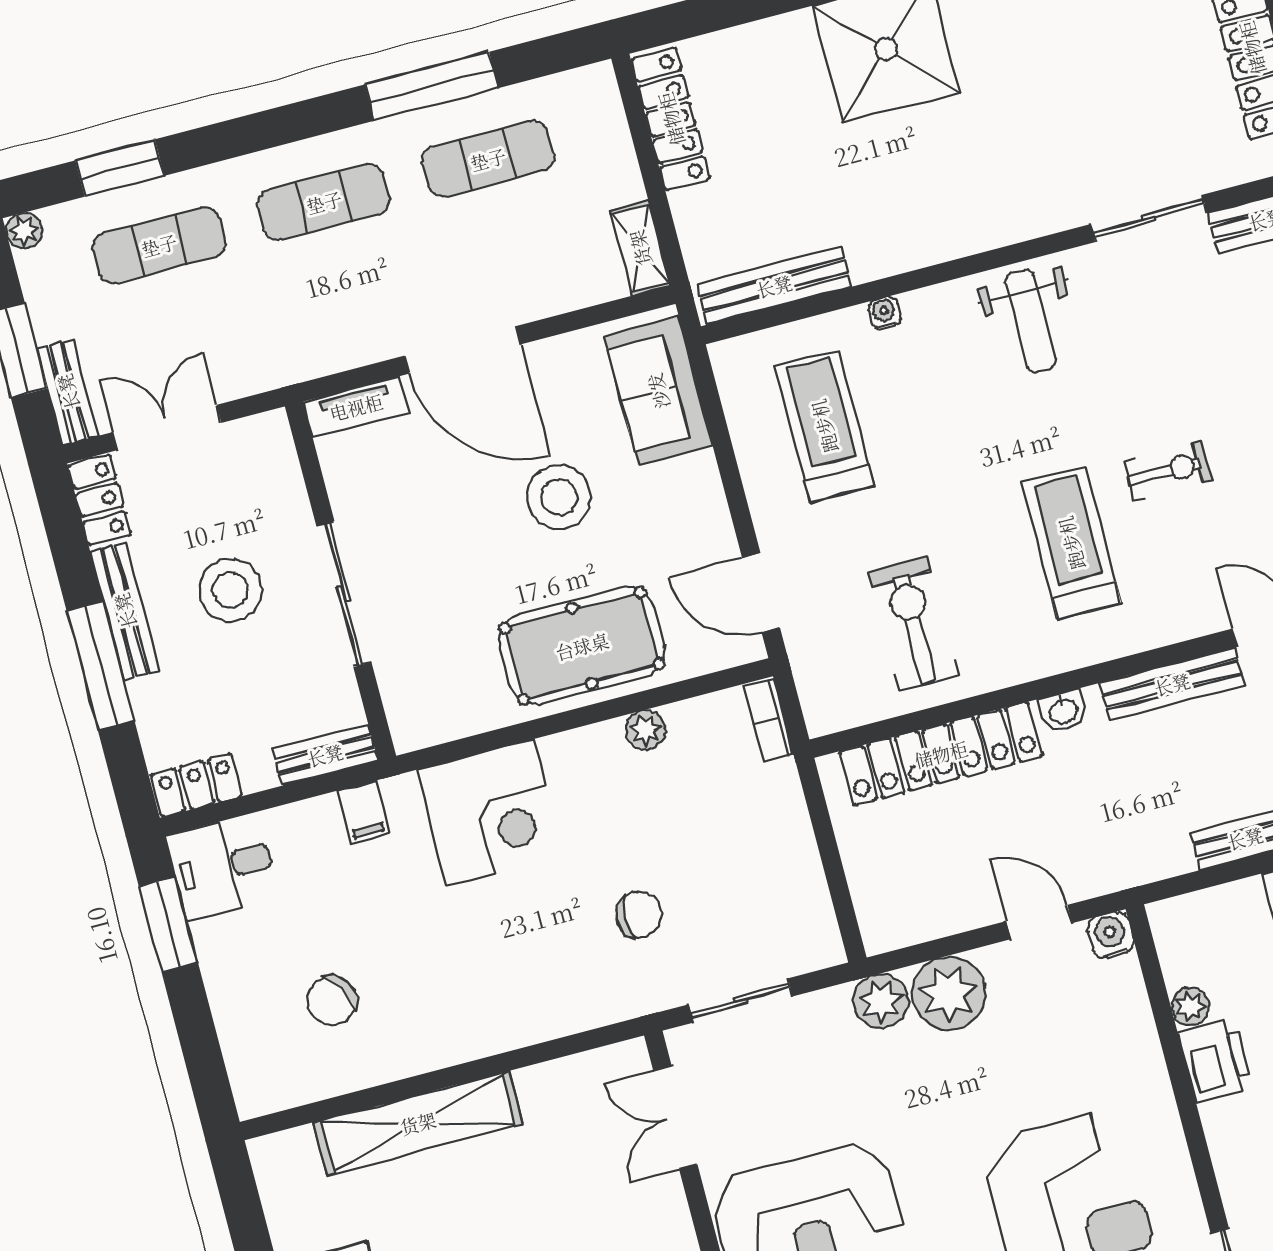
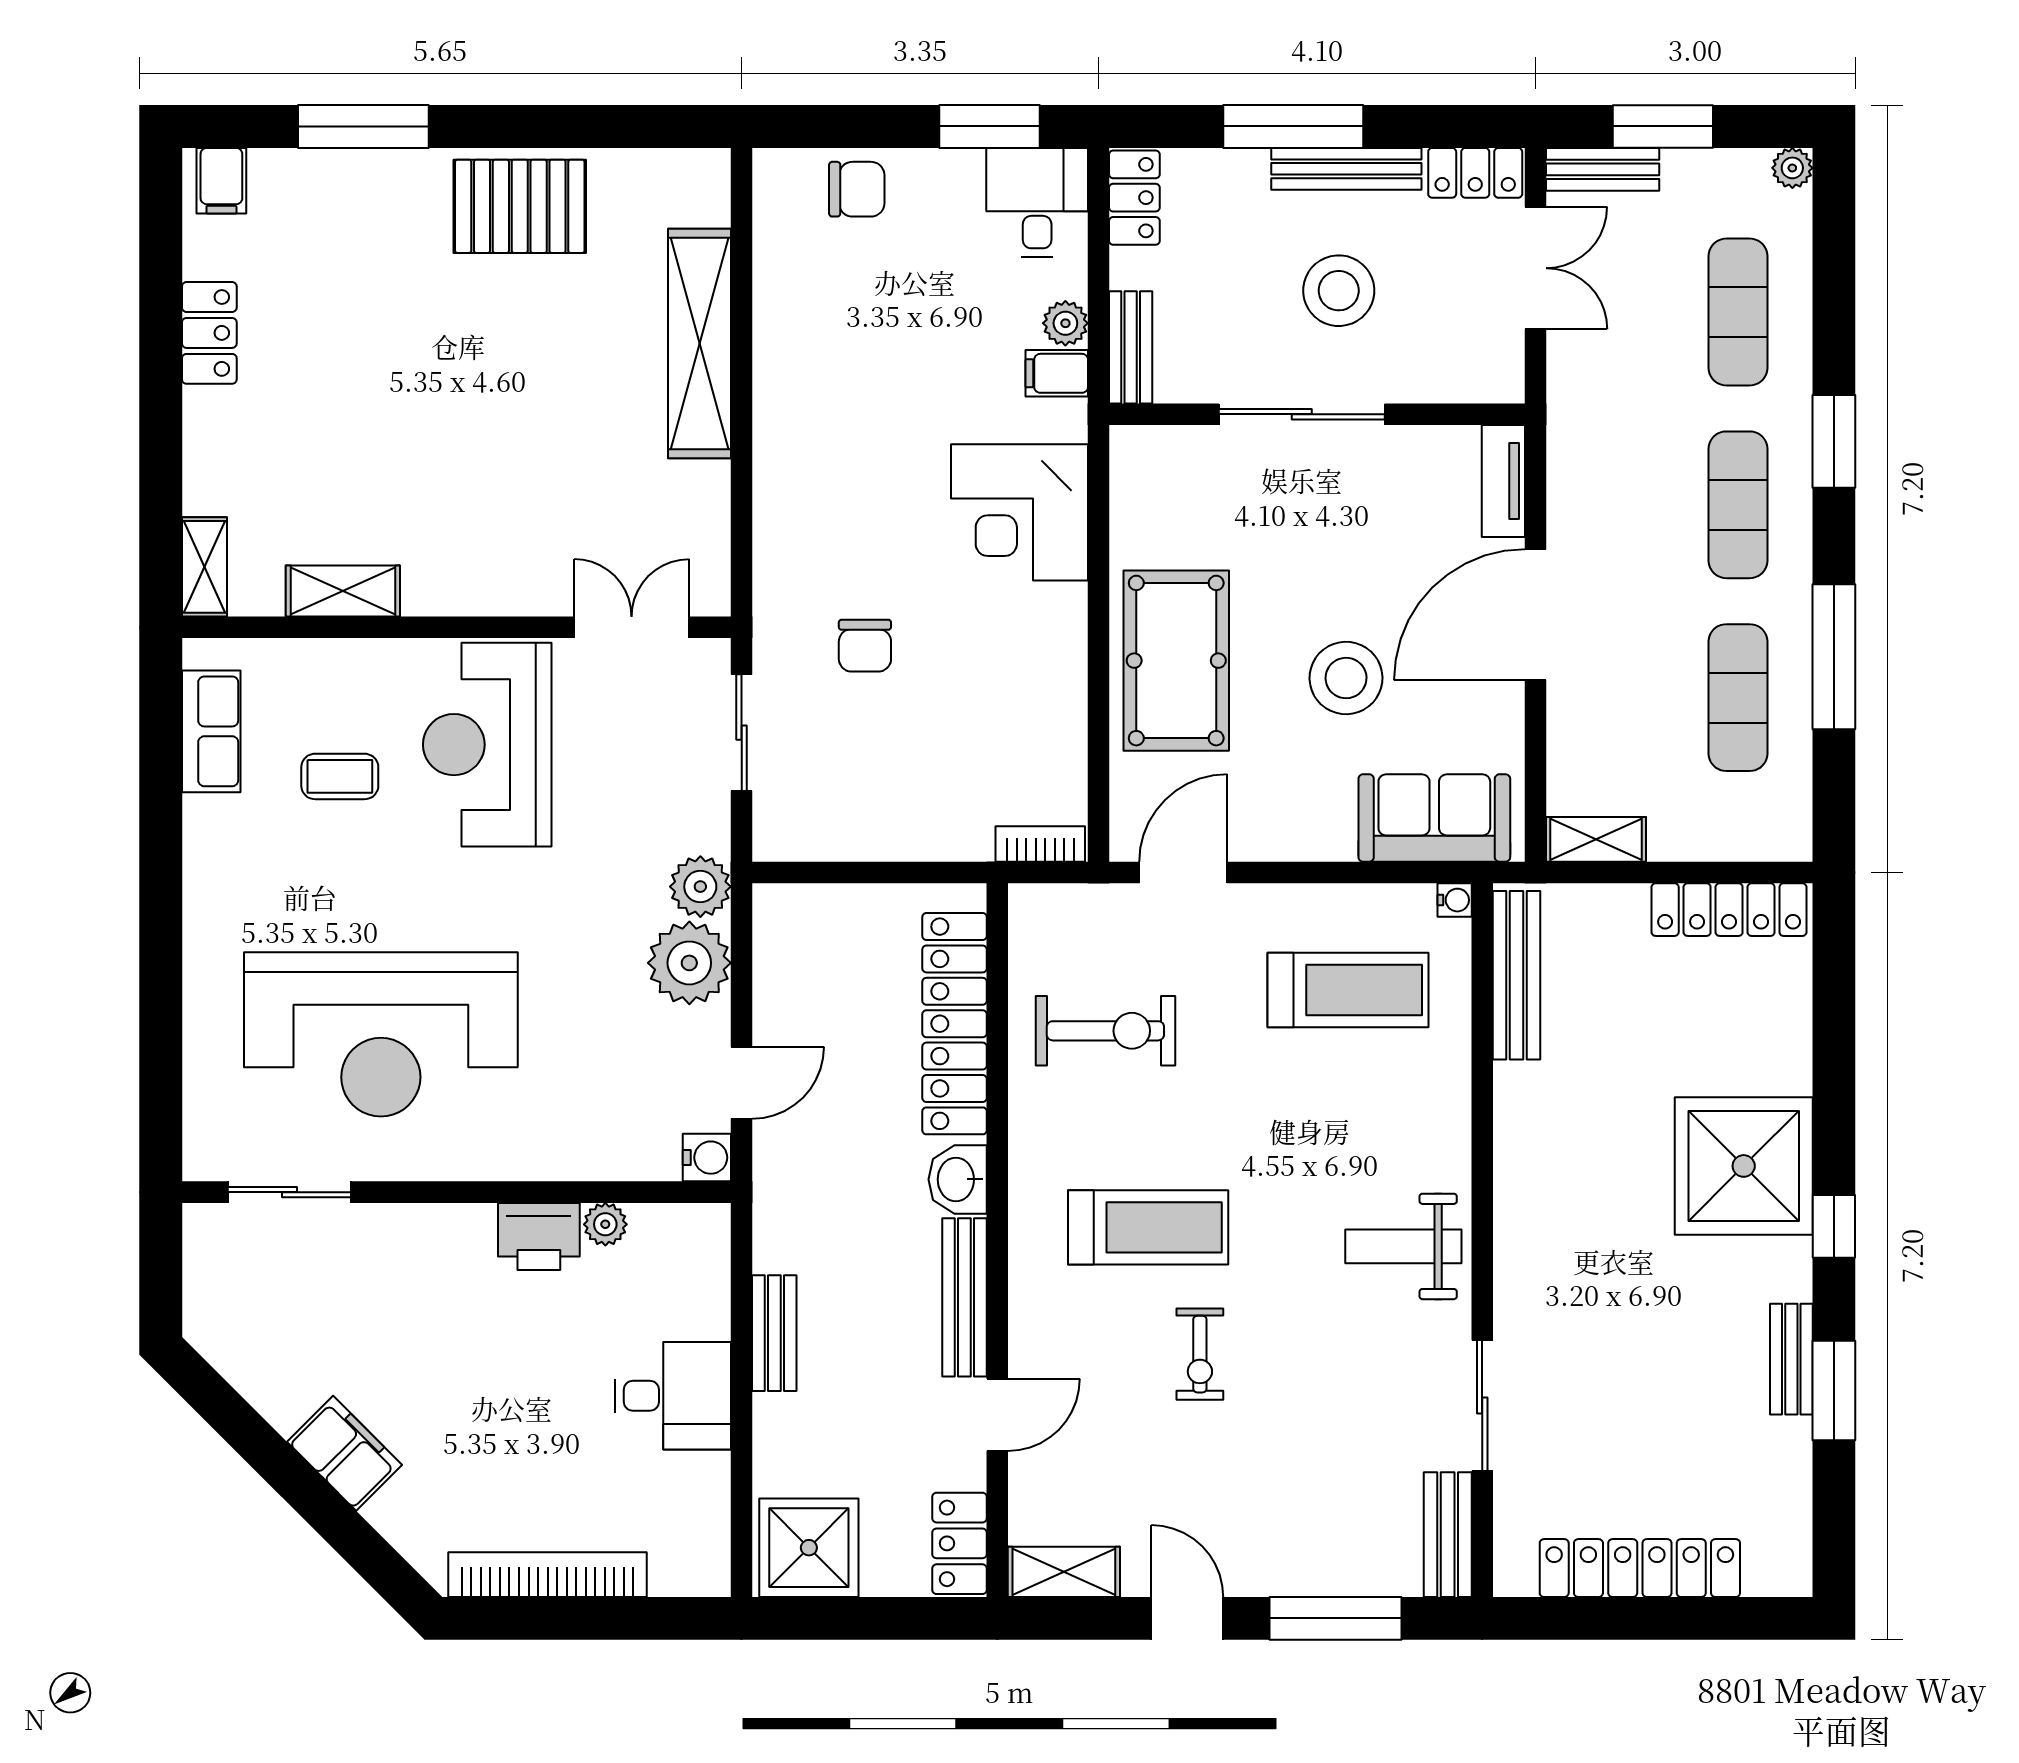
window: (120, 168) -> (1834, 441), moved
water cooler: (884, 313) -> (1455, 900), moved
washbasin: (1063, 711) -> (958, 1179), width x1.38, depth x1.45
plant: (646, 730) -> (1065, 323), moved
chair: (332, 1001) -> (857, 189), moved, turned 121

